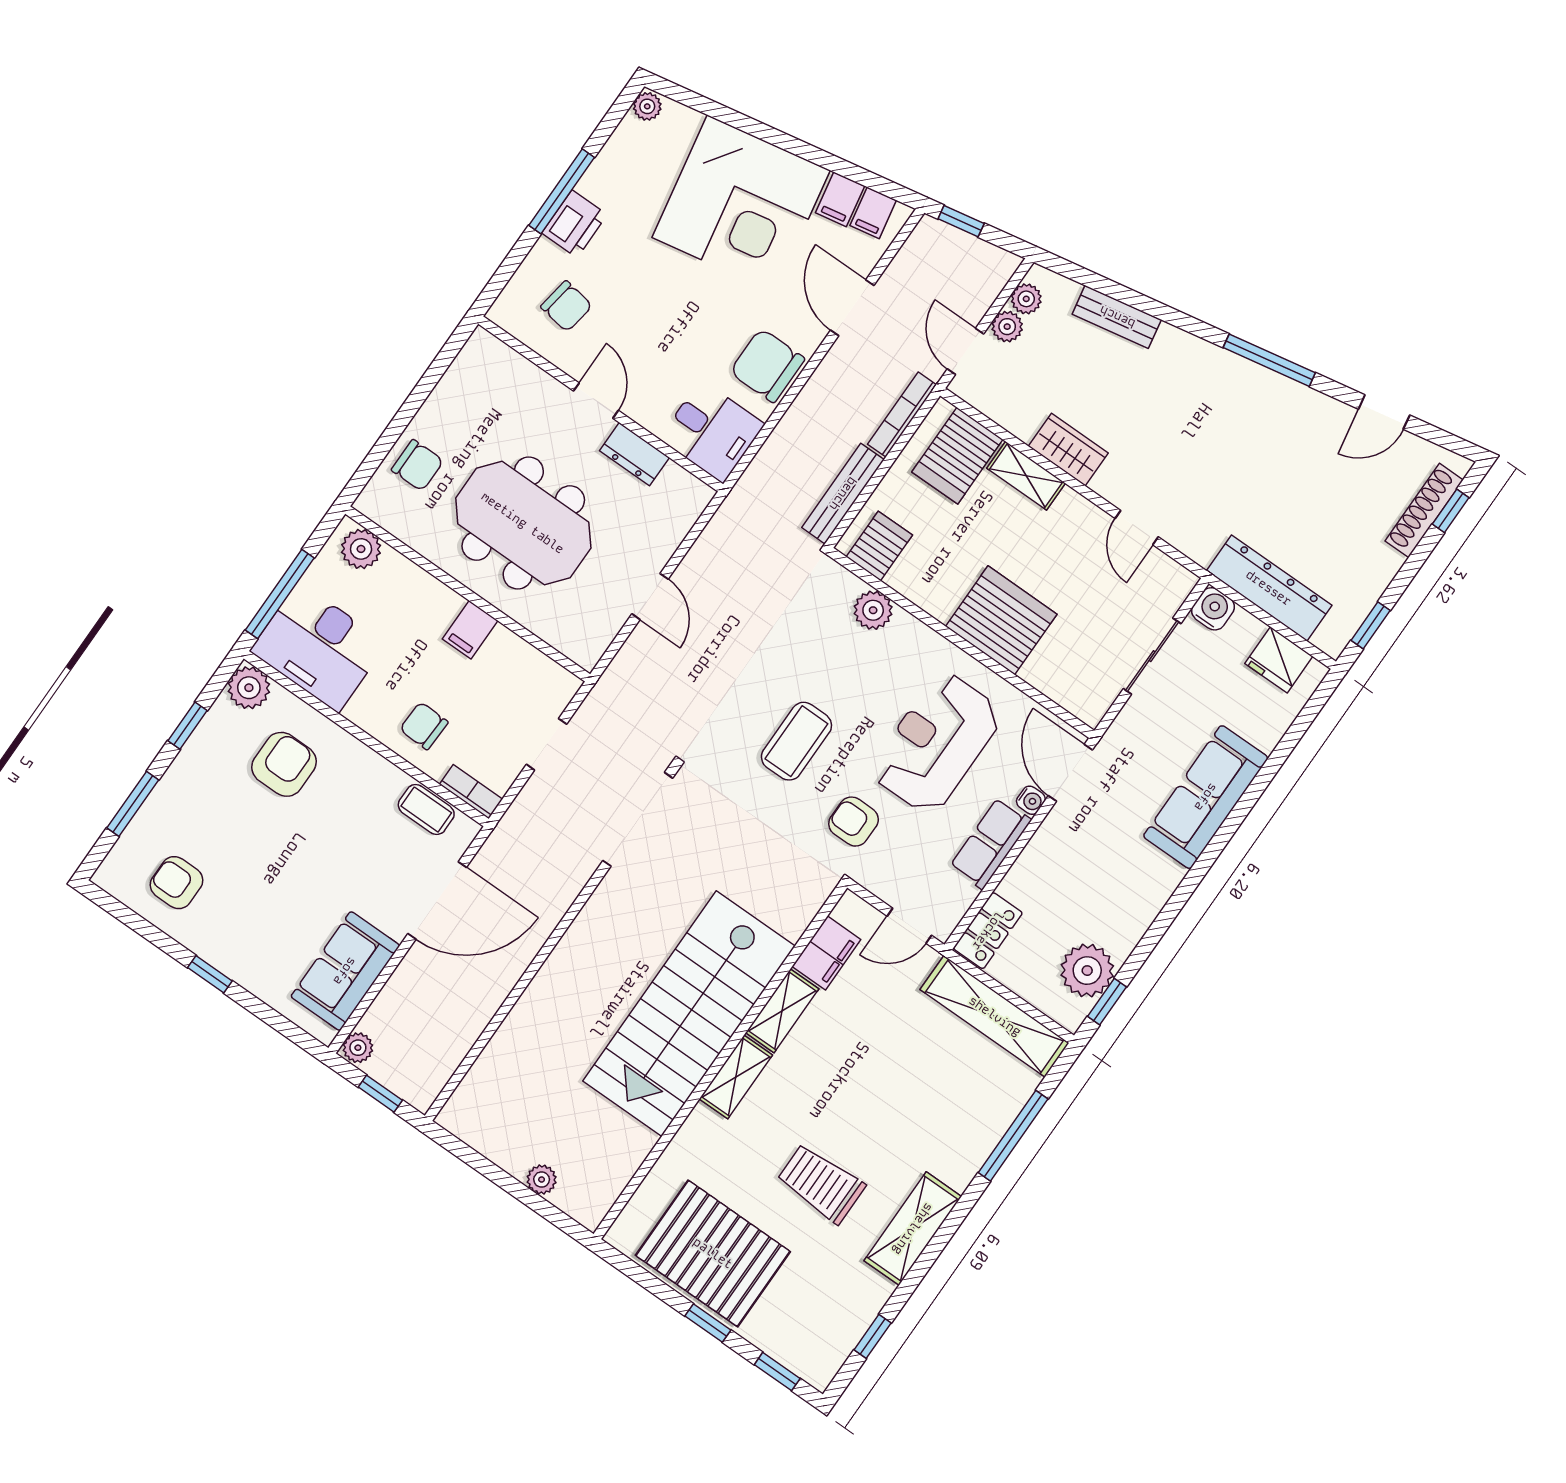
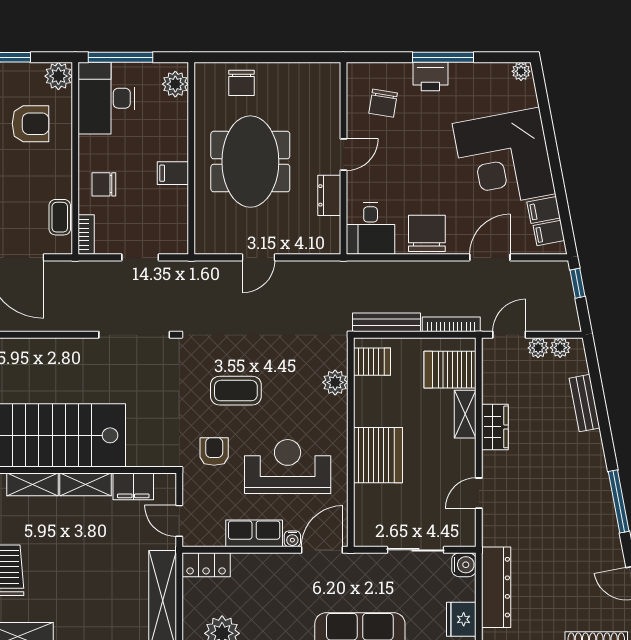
chair: (424, 726) -> (104, 184), turned -92

